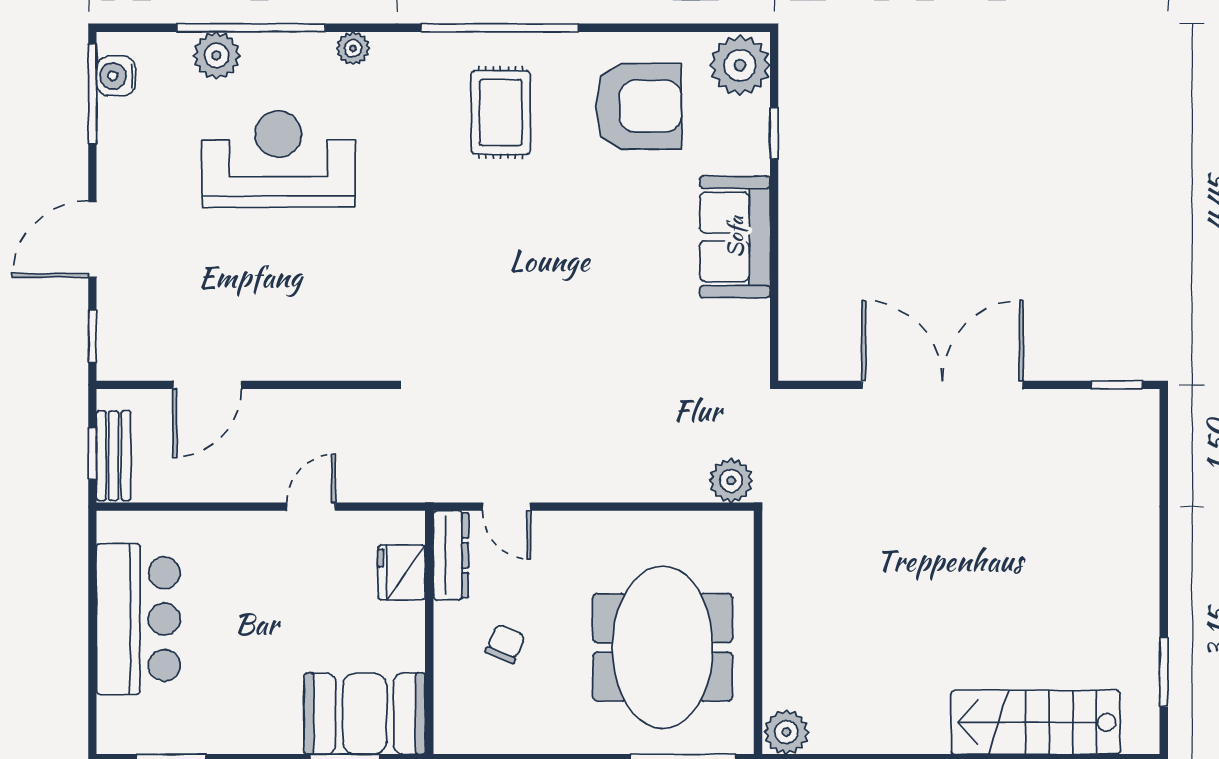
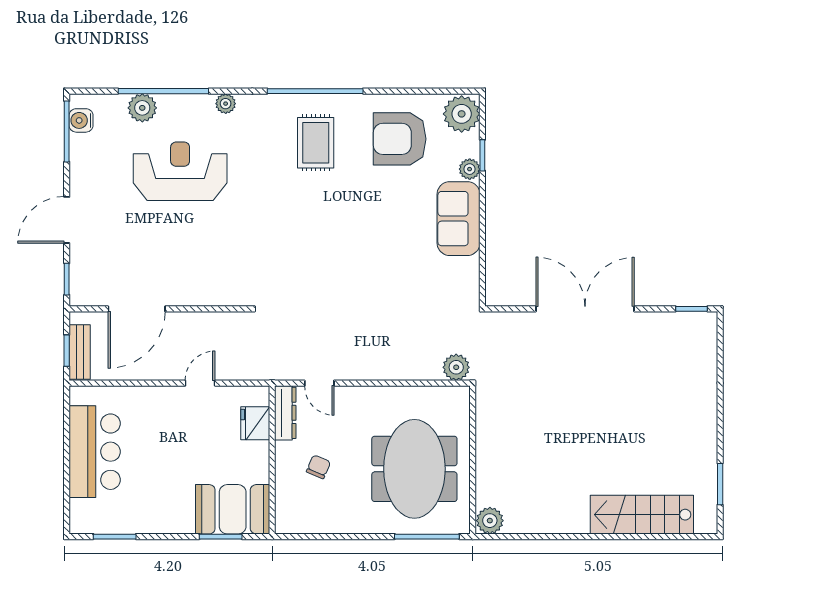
armchair: (638, 106) -> (400, 139), turned 180
plant: (753, 156) -> (470, 169), added
door: (207, 385) -> (137, 309), width x1.36

